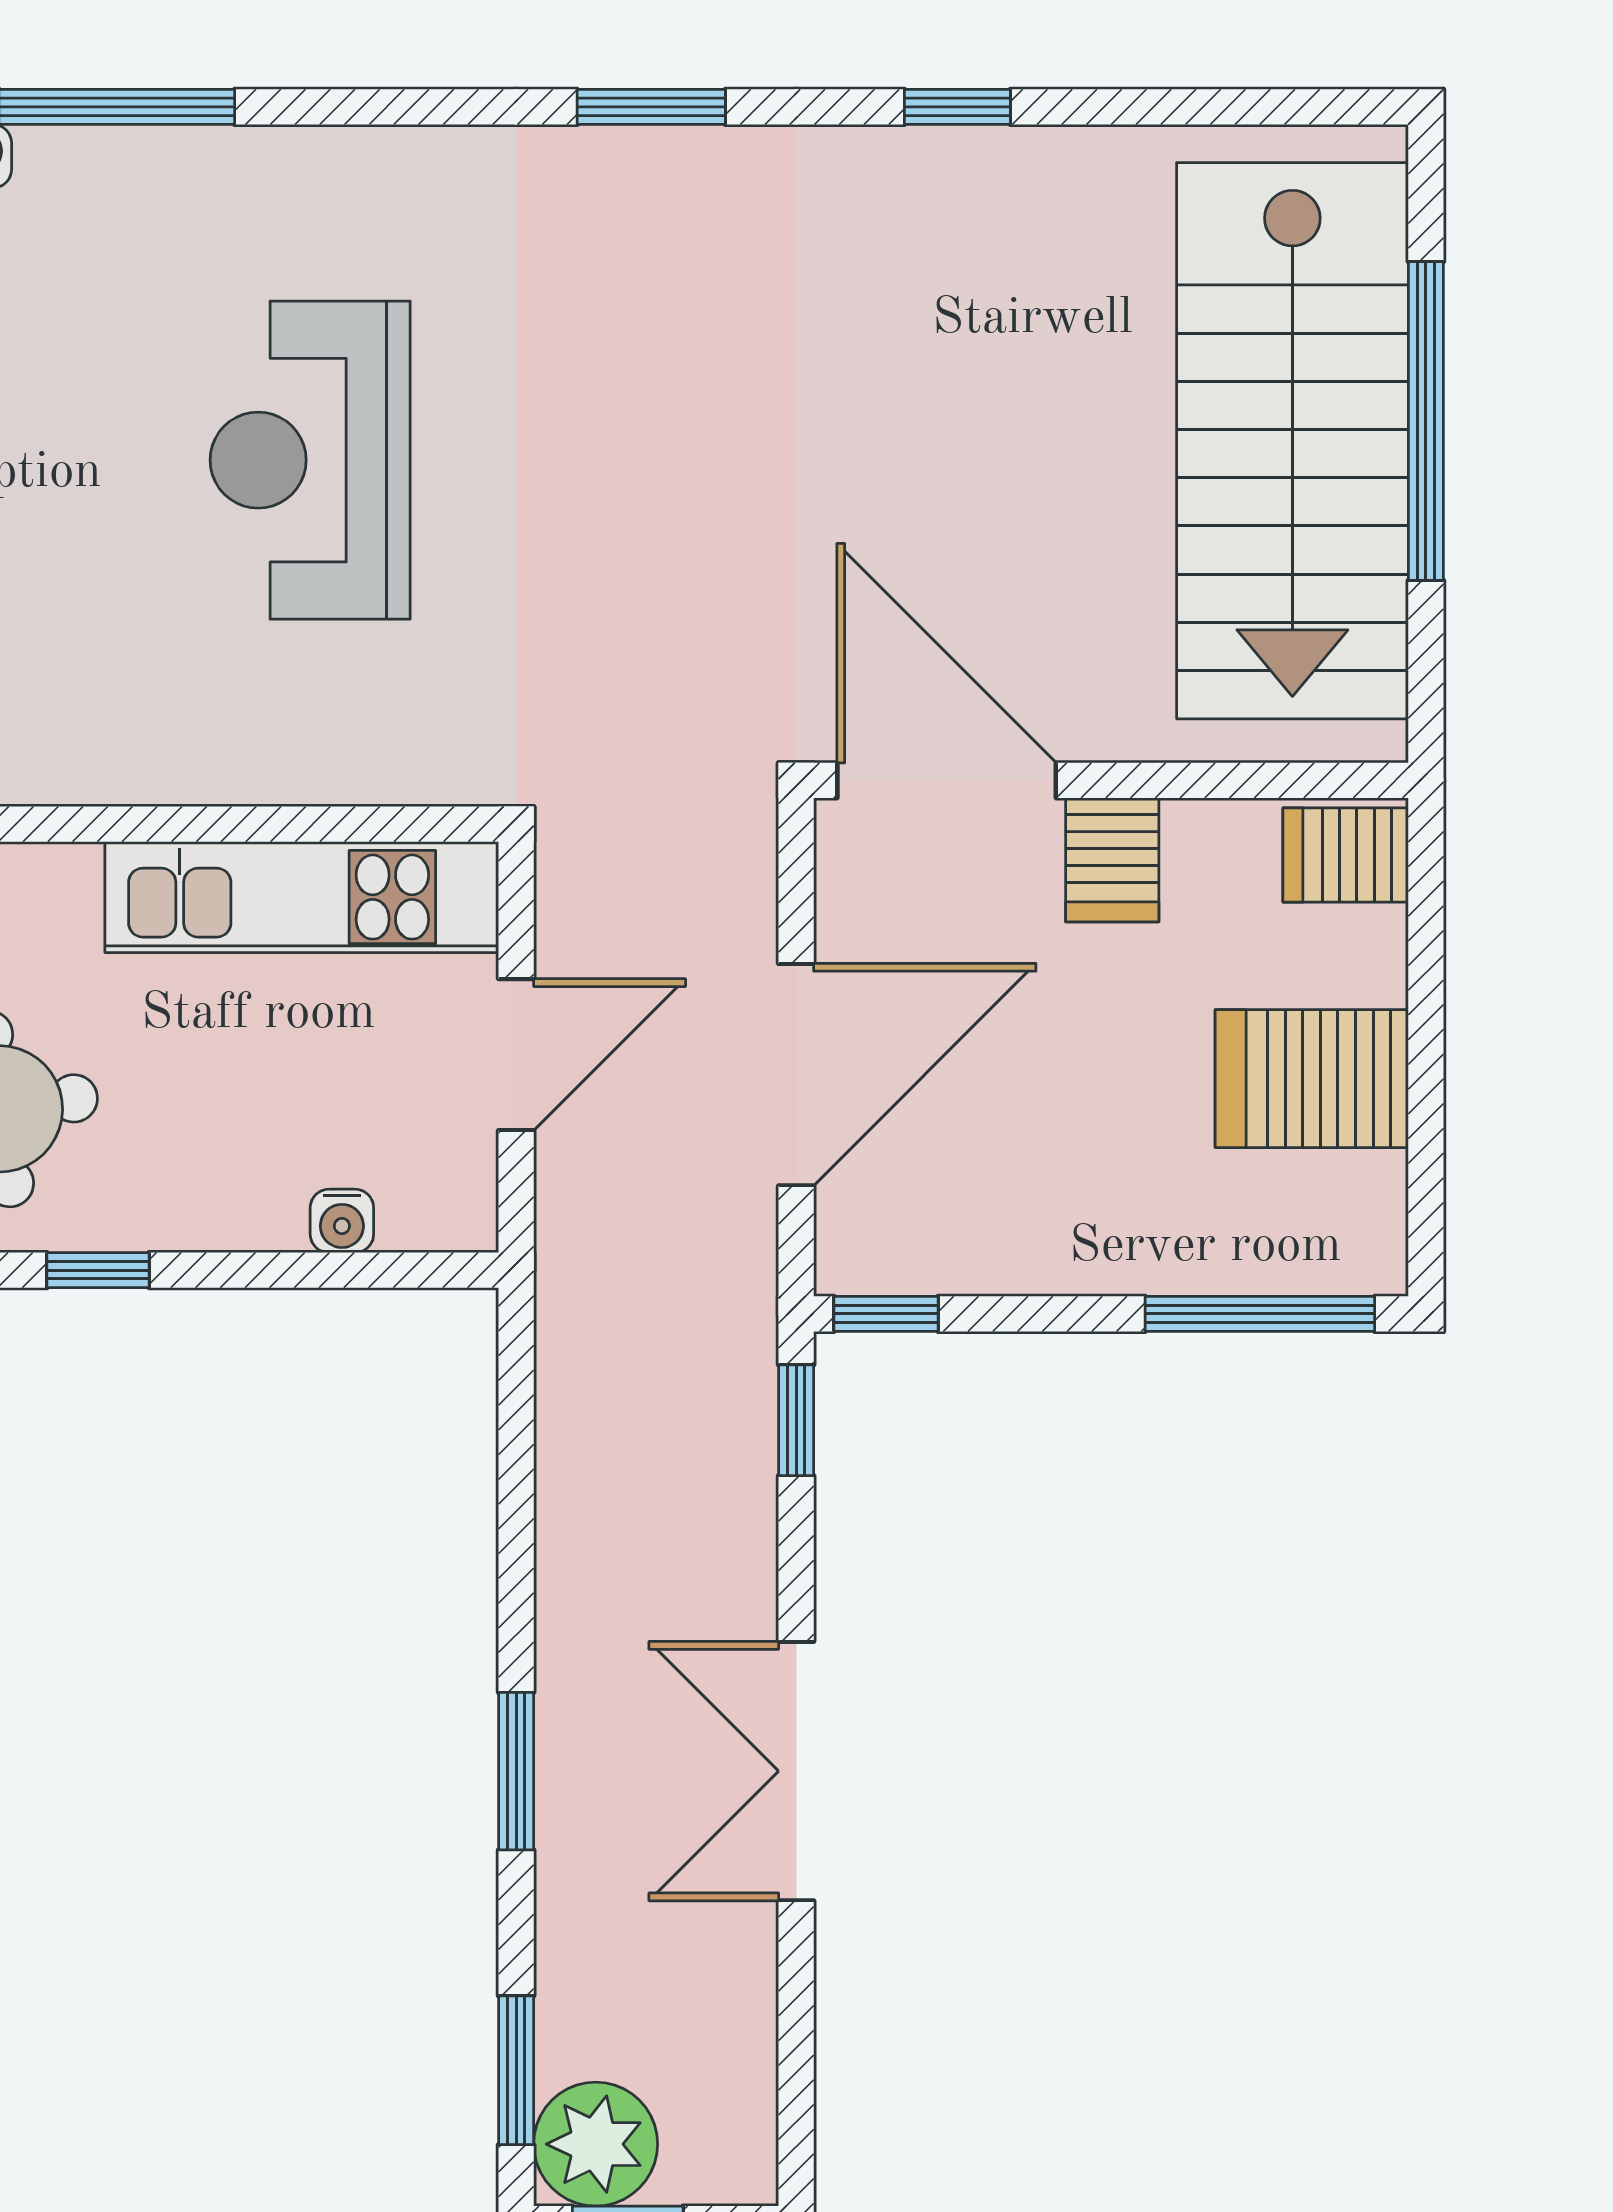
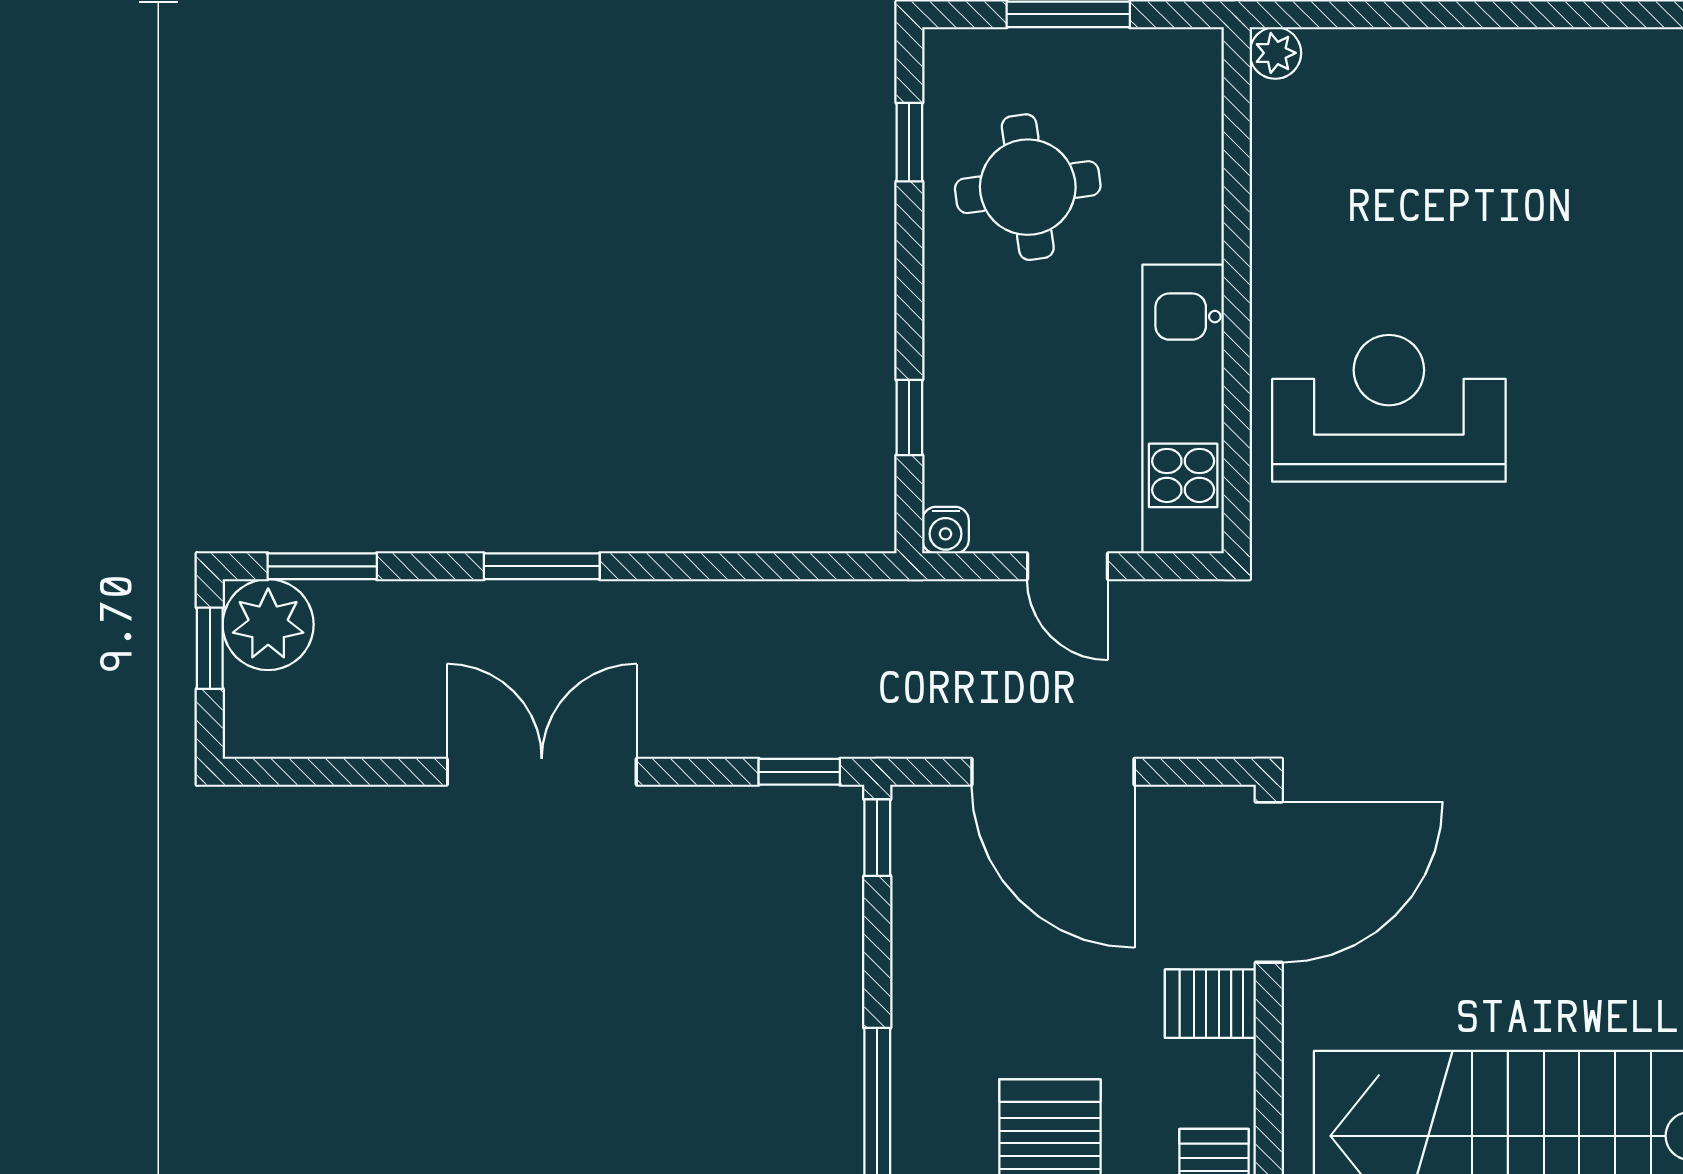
reception desk: (310, 460) -> (1389, 408), moved
door: (516, 1055) -> (1067, 566), width x0.73
water cooler: (342, 1221) -> (946, 530), moved, turned -90
window: (98, 1270) -> (909, 418), moved

